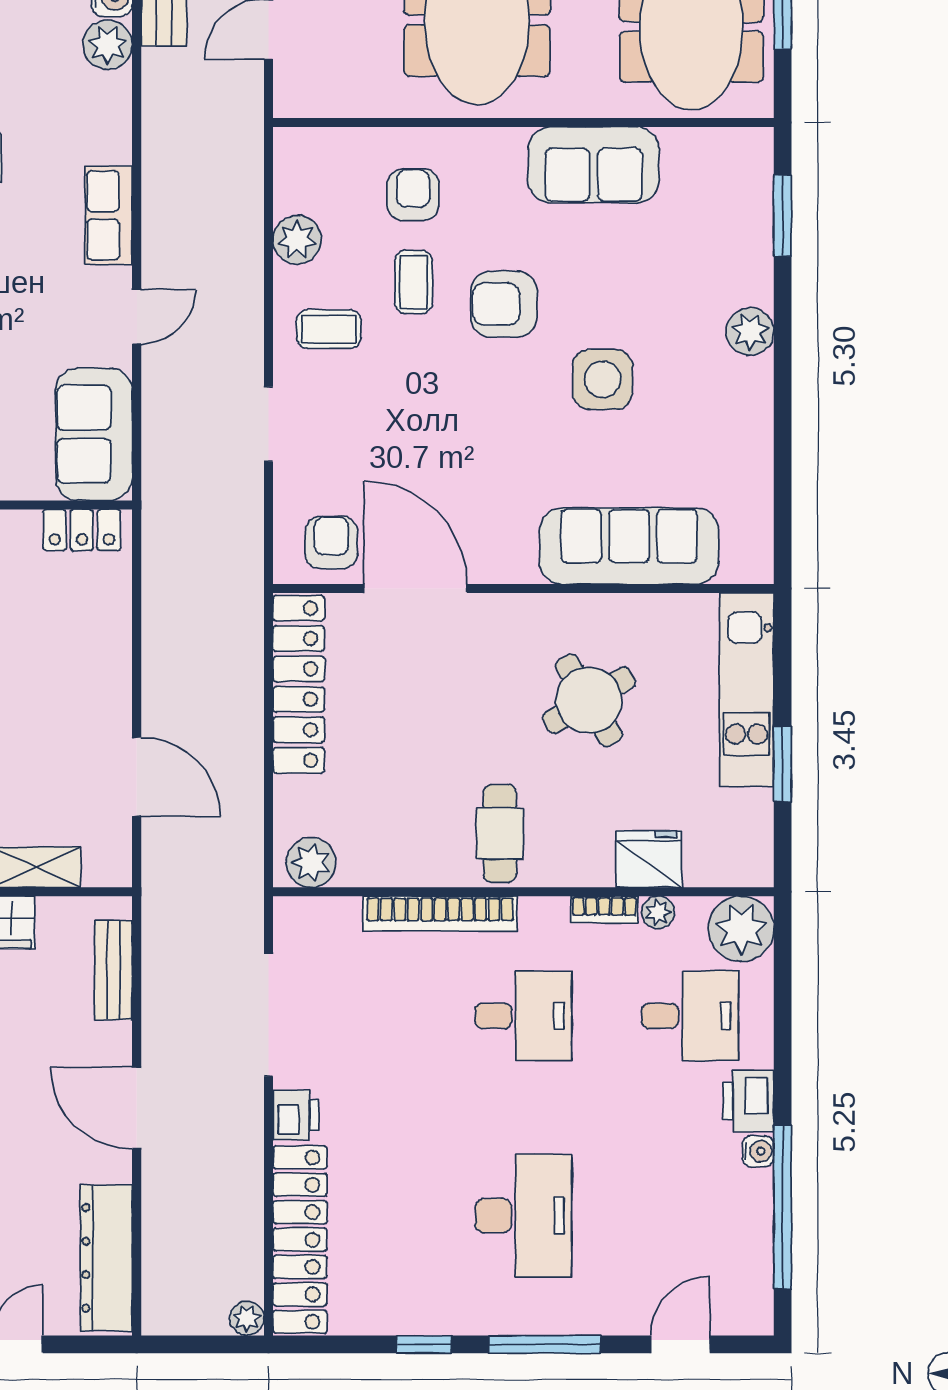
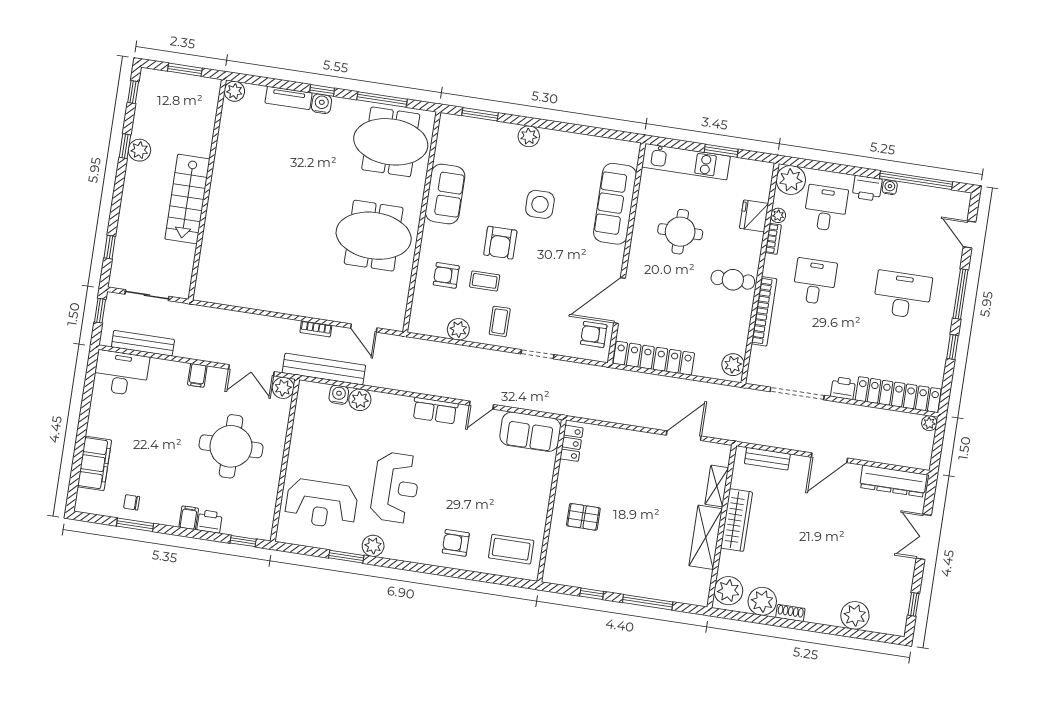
door: (137, 317) -> (481, 405), swing flipped
round table: (589, 700) -> (680, 232), turned 31

